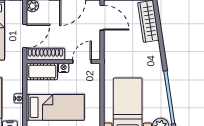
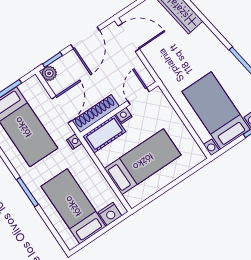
nightstand: (19, 98) -> (74, 142), moved

